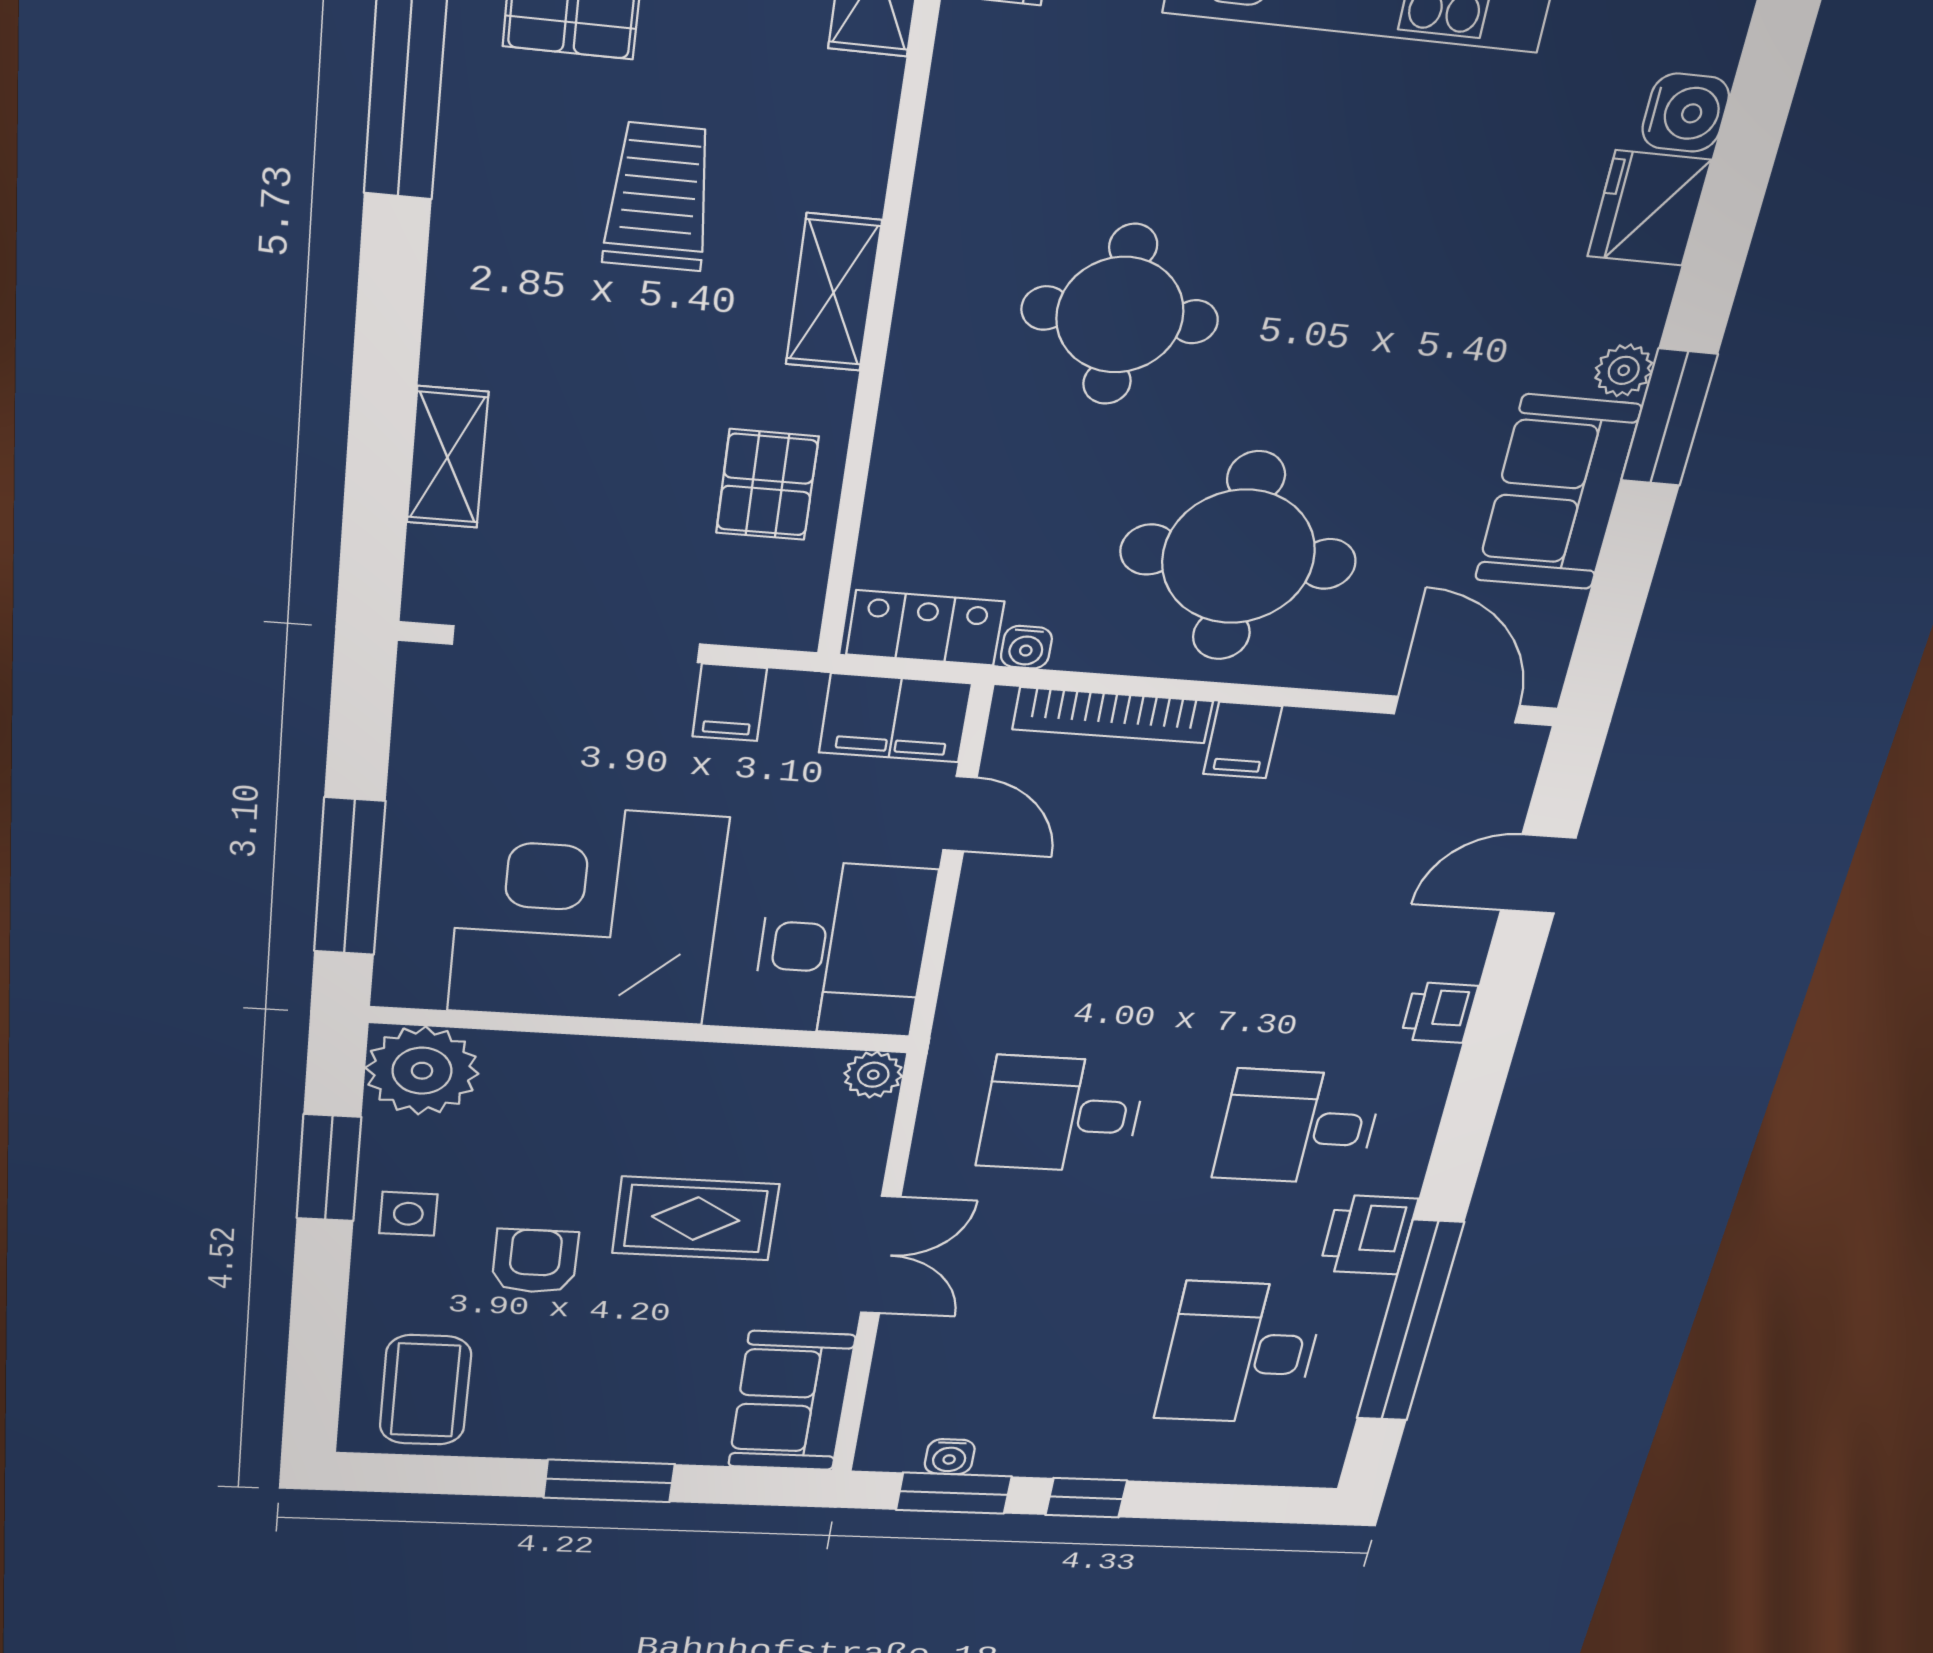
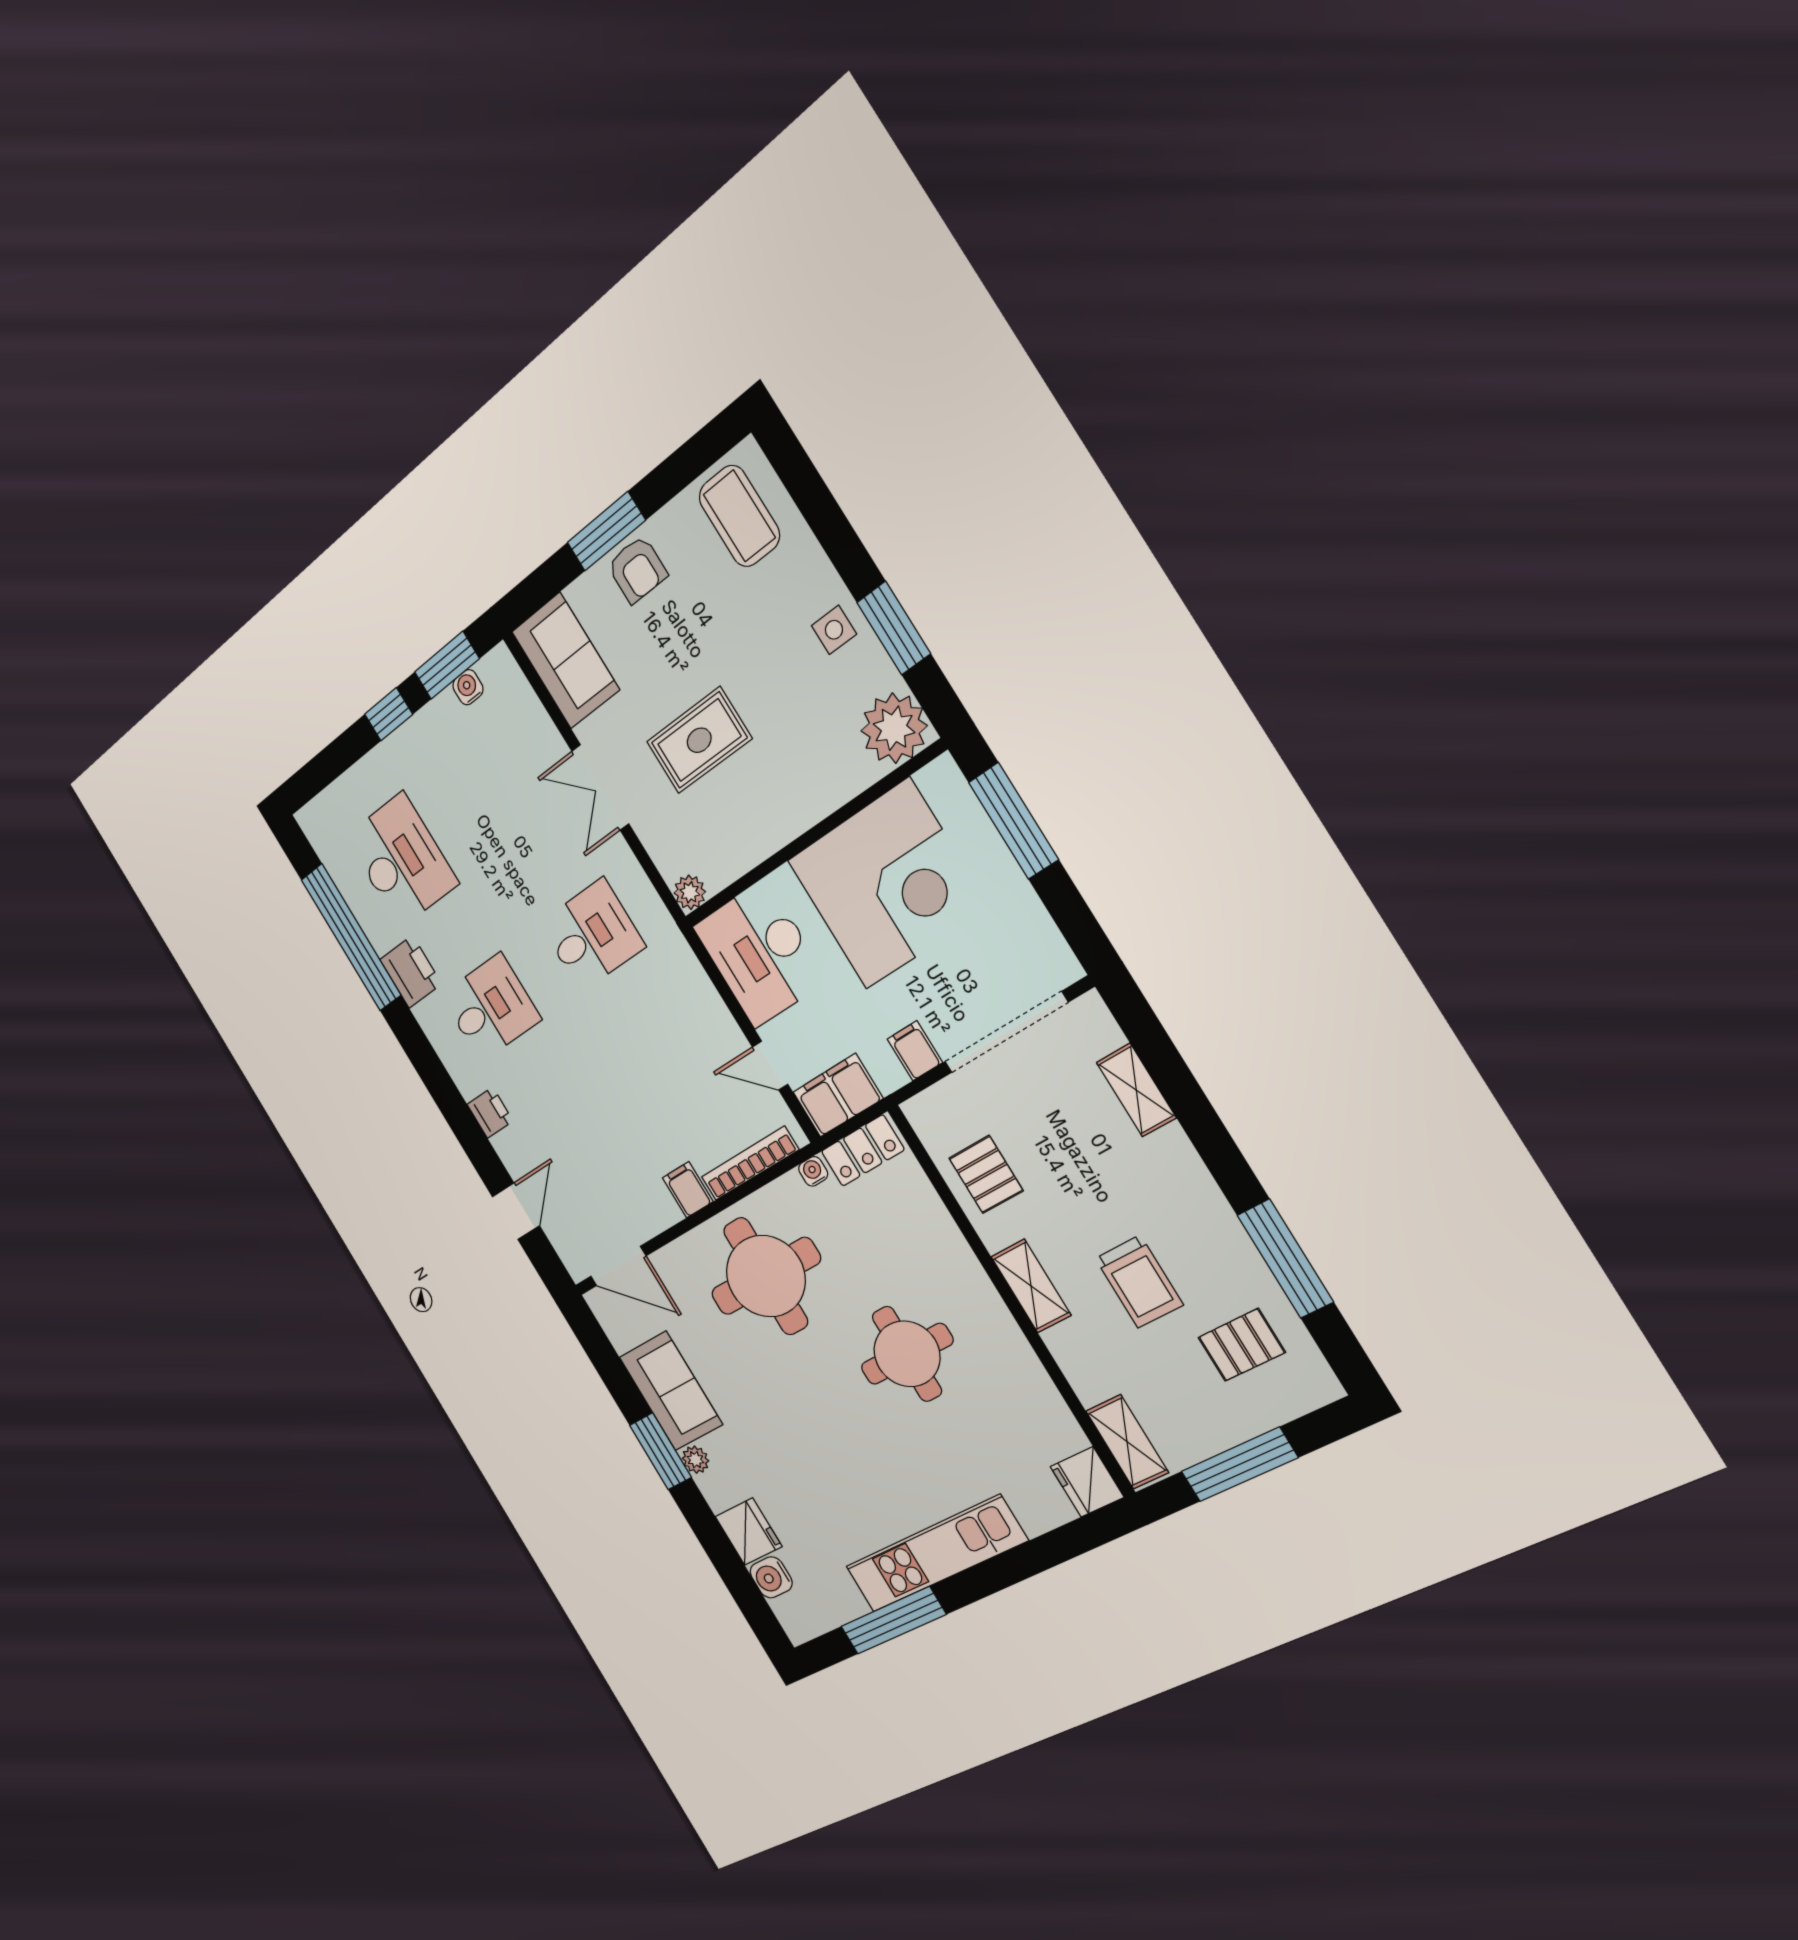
armchair: (535, 1261) -> (637, 569), moved

